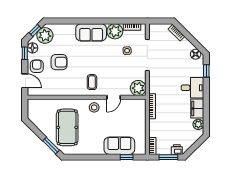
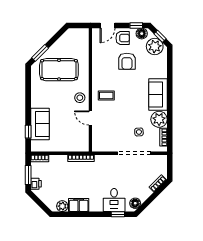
plant: (138, 88) -> (100, 144), removed
desk: (192, 88) -> (114, 200), moved

